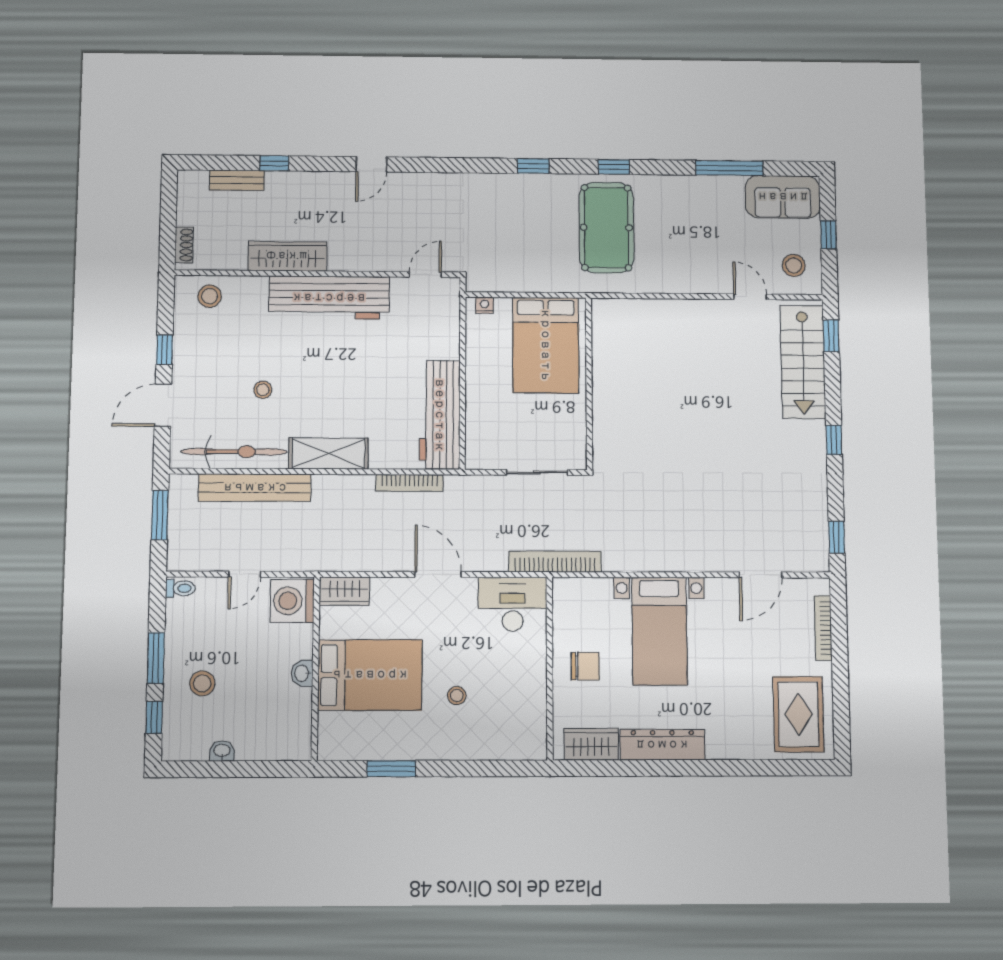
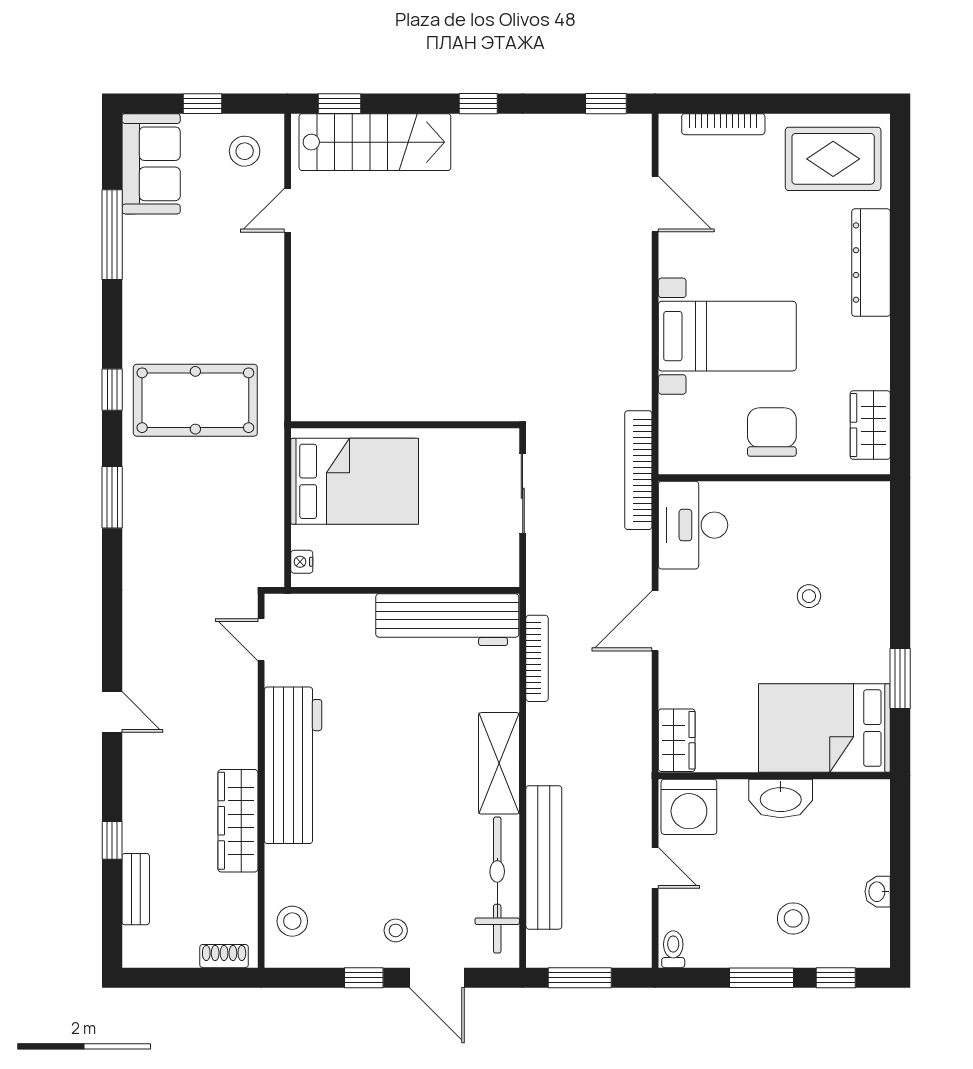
window: (533, 166) -> (112, 497), width x1.50
stool: (263, 390) -> (396, 930), moved
chair: (585, 666) -> (772, 432), width x1.37, depth x1.37
washbasin: (302, 673) -> (781, 798), width x1.91, depth x1.45
bed: (370, 675) -> (824, 728), moved, turned -90
dresser: (662, 745) -> (871, 263), moved

